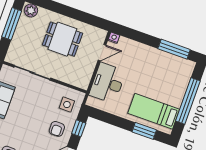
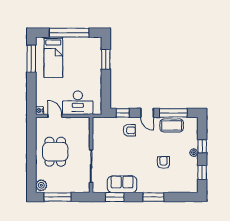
side table: (67, 105) -> (107, 129), removed
bed: (154, 111) -> (53, 57), moved

